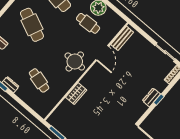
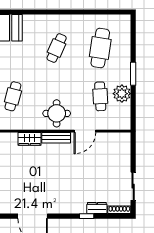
cafe table: (32, 25) -> (57, 48), width x0.73, depth x0.74
bench: (122, 38) -> (56, 138), moved
dresser: (151, 97) -> (97, 208), moved

